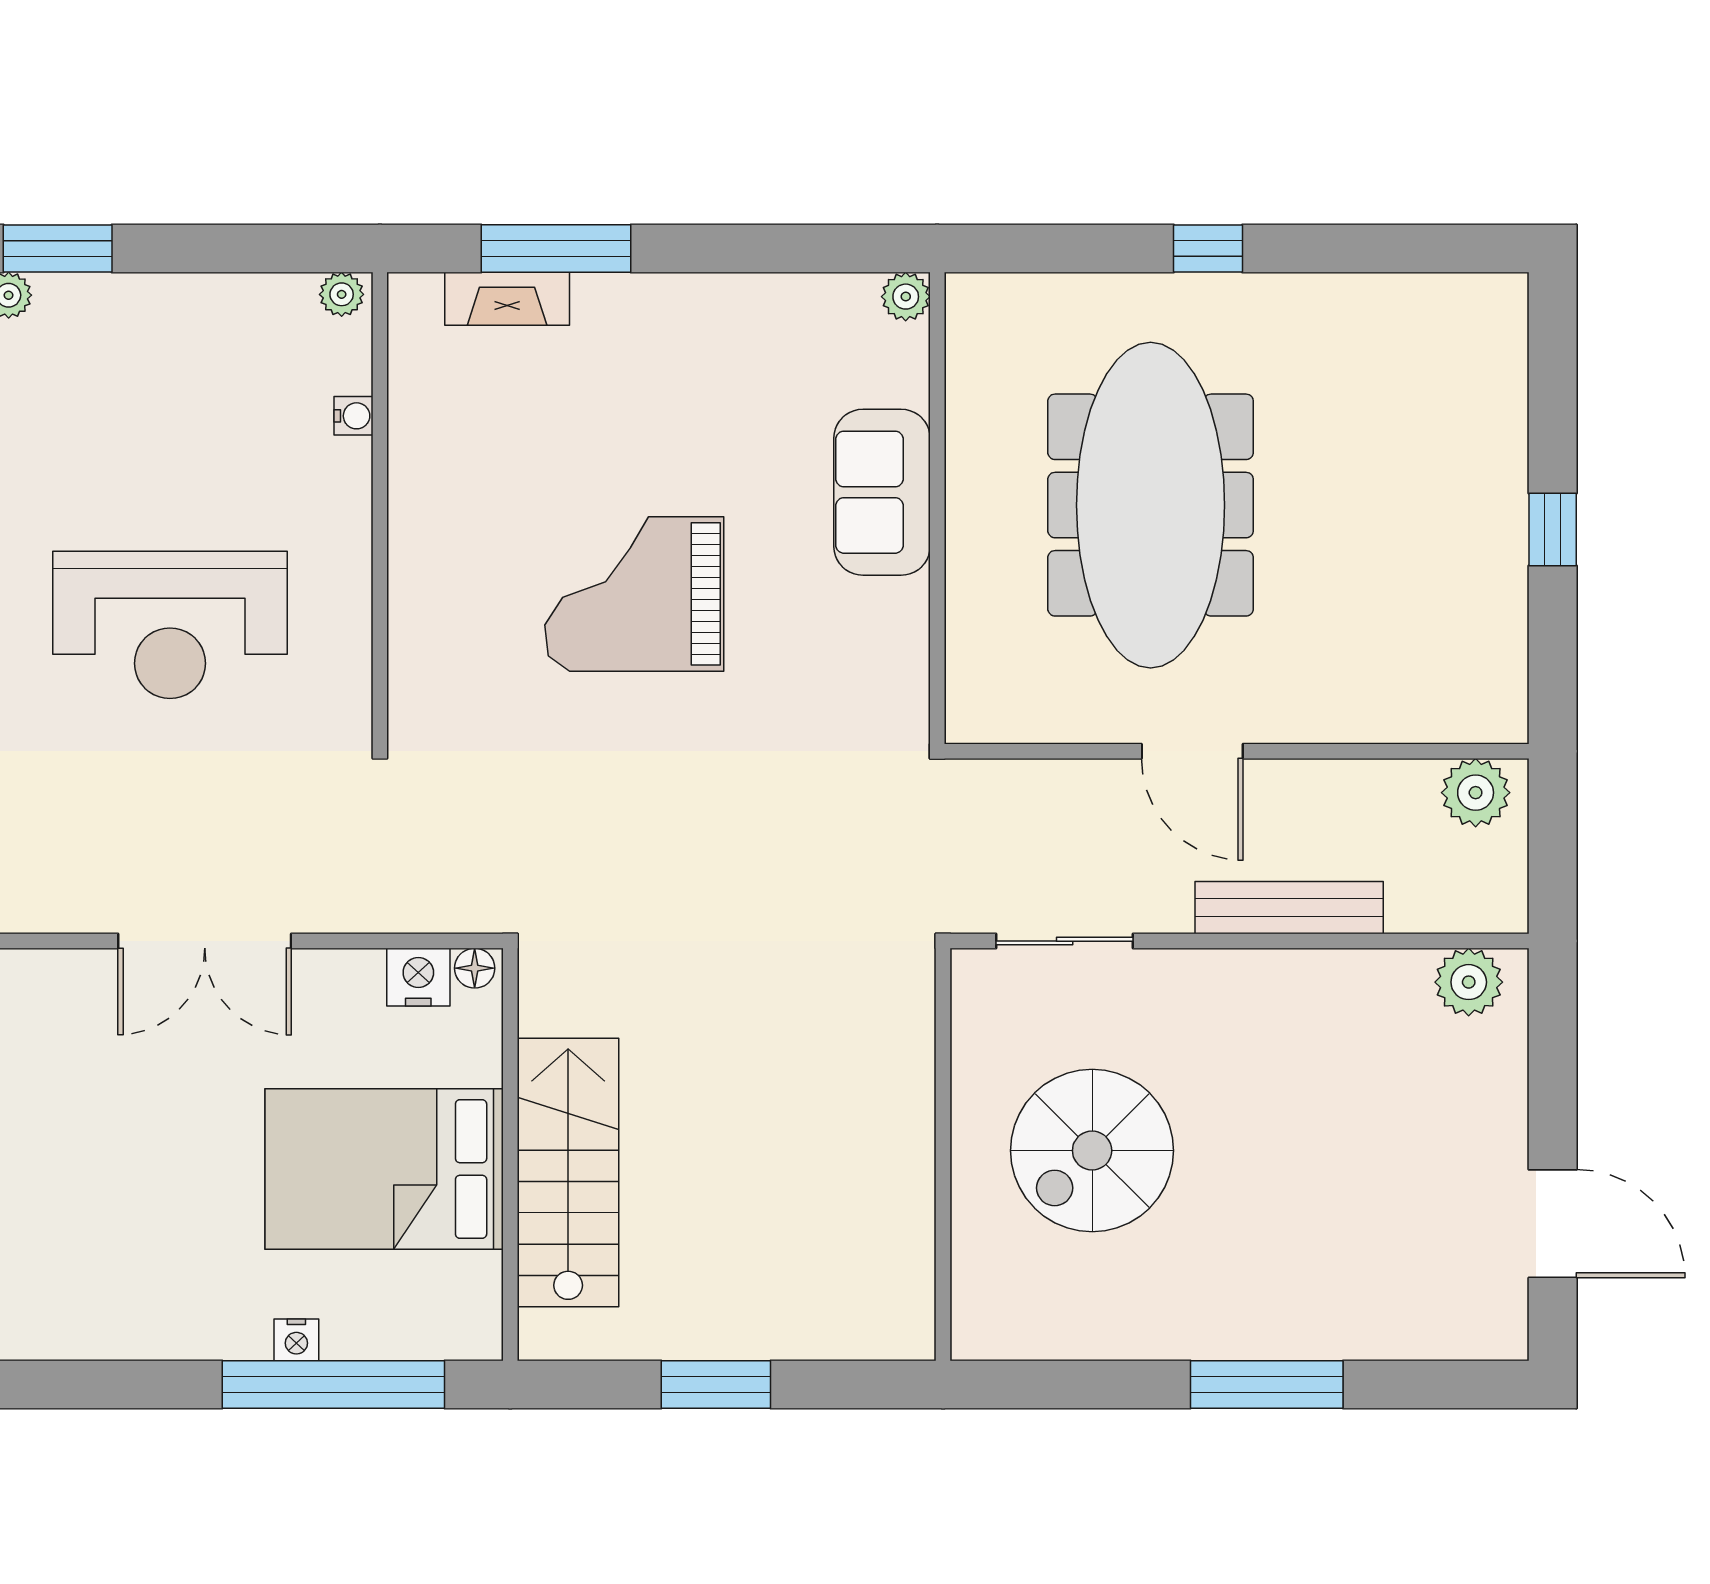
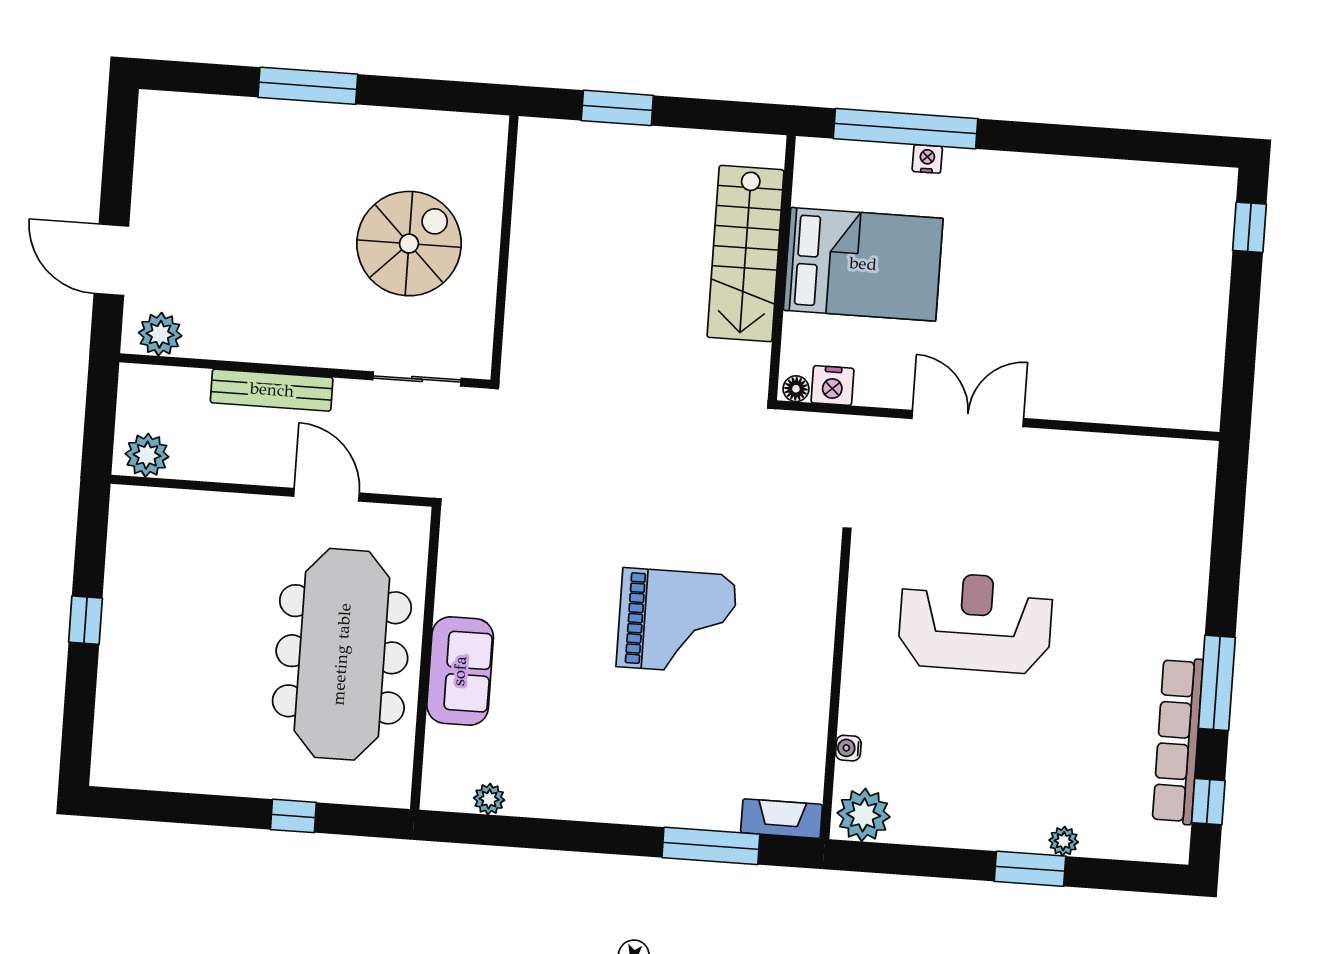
plant: (342, 294) -> (864, 815), width x1.87, depth x1.87
fireplace: (507, 299) -> (782, 819), moved
sofa: (882, 492) -> (460, 671), moved
wall: (937, 508) -> (426, 658), moved
door: (1553, 1224) -> (111, 260), moved
window: (716, 1384) -> (617, 108), moved

